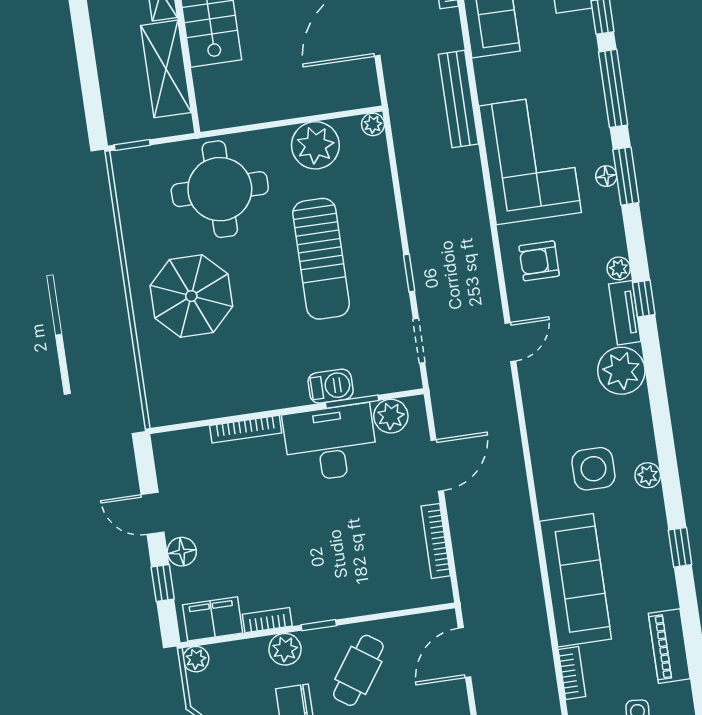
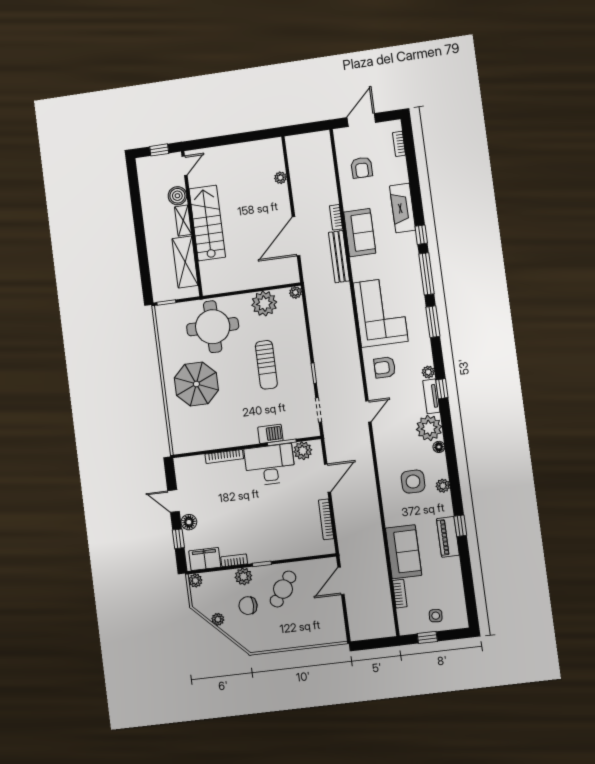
bench: (458, 99) -> (339, 257), moved
floor lamp: (606, 176) -> (439, 447), moved
sun lounger: (321, 259) -> (266, 365), width x0.73, depth x0.75
sofa: (575, 580) -> (404, 552), width x0.73
piano: (669, 646) -> (448, 537), moved

